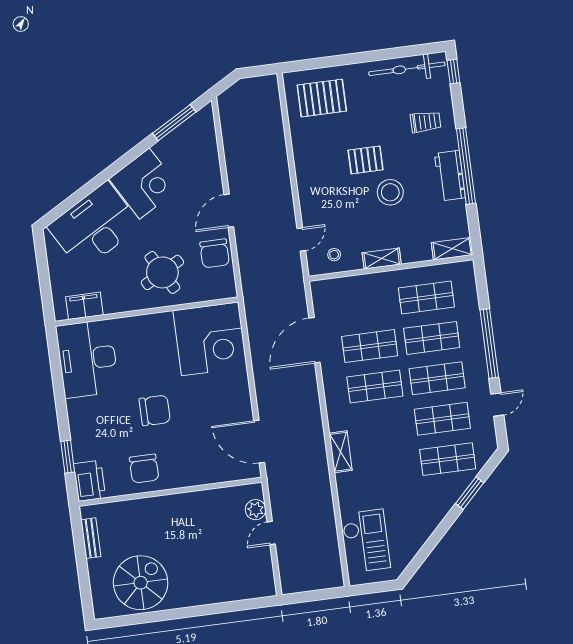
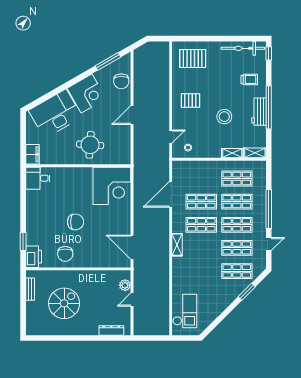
pallet: (366, 160) -> (190, 101), moved
chair: (215, 253) -> (121, 81), moved
shelving: (382, 258) -> (232, 153), moved
round table: (162, 272) -> (90, 145), turned 33
filing cabinet: (84, 306) -> (32, 154), moved, turned 90
desk: (87, 359) -> (38, 178), width x0.53, depth x0.77
shelving: (341, 452) -> (177, 245), moved
spiral stairs: (141, 583) -> (64, 303), moved
dresser: (242, 592) -> (111, 330), added

